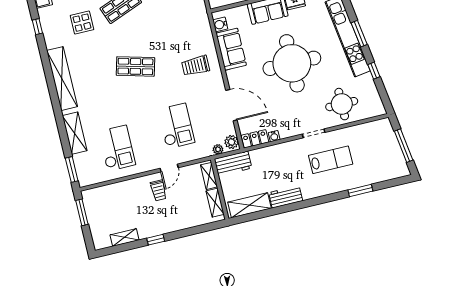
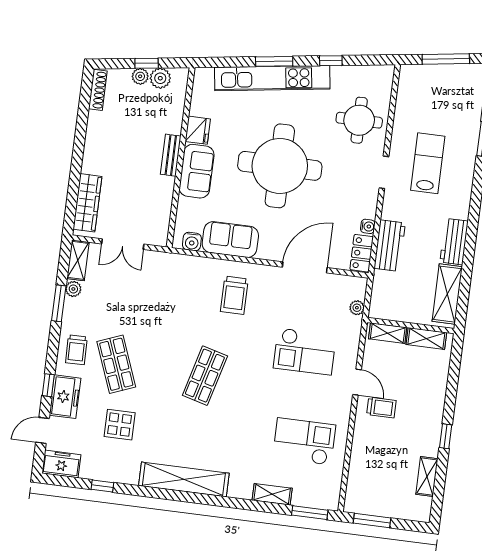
checkout: (176, 126) -> (305, 351), turned 180
shelving: (75, 133) -> (272, 494), width x0.67, depth x0.75
plant: (232, 142) -> (354, 286), removed
workbench: (233, 164) -> (390, 246), moved

